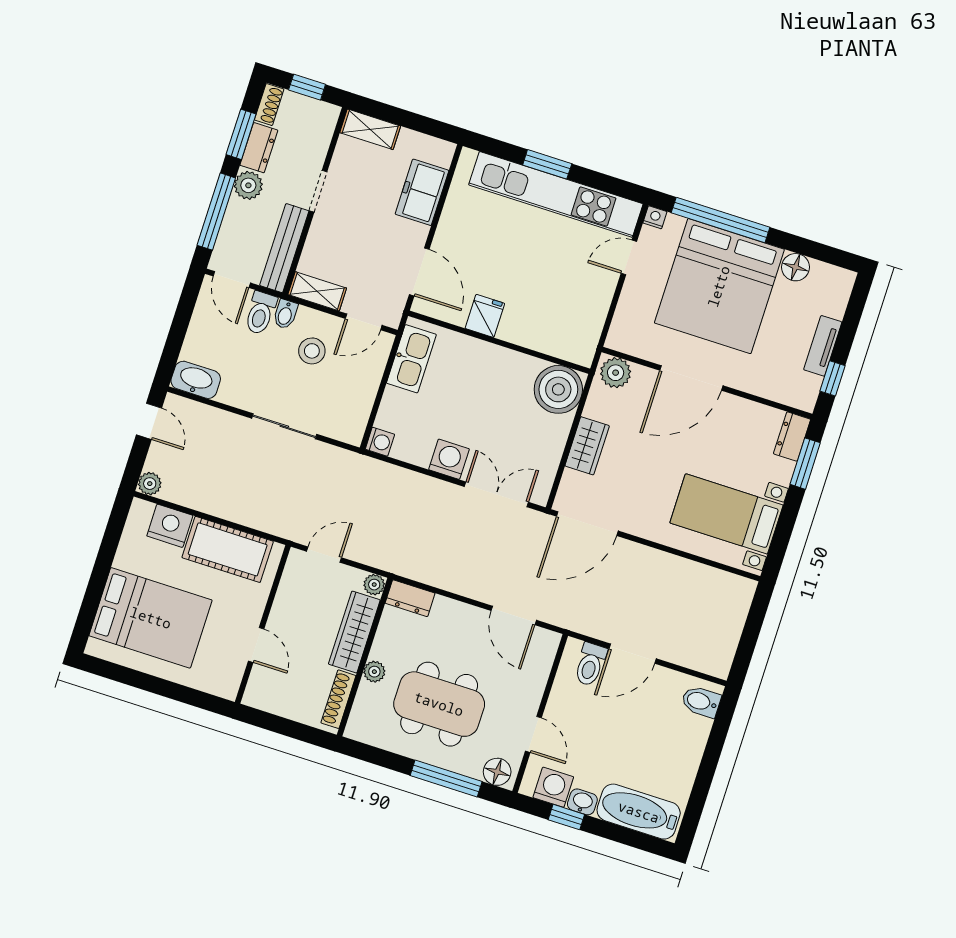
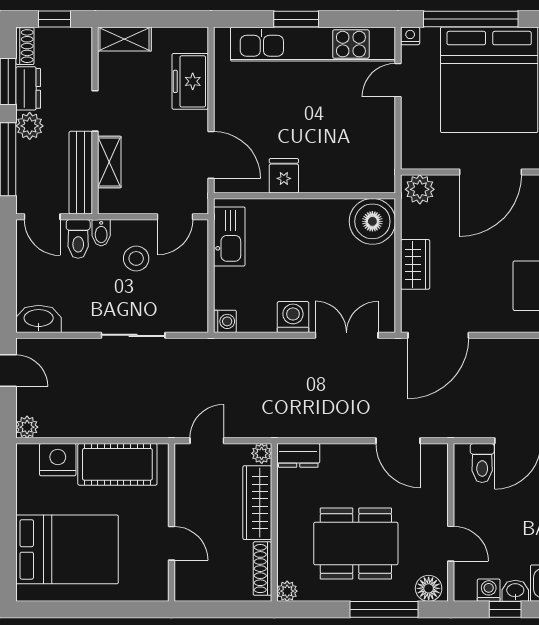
shelving: (317, 291) -> (109, 162), moved, turned 90
plant: (374, 672) -> (287, 591), moved
washing machine: (553, 787) -> (489, 590), width x0.73, depth x0.73

